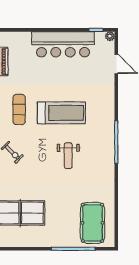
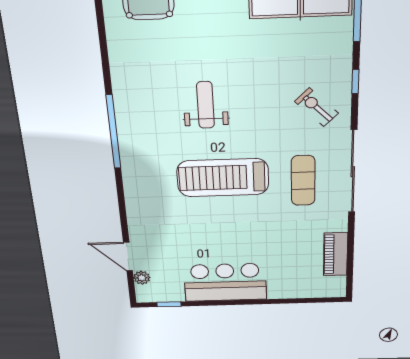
plant: (110, 36) -> (142, 278), moved
bar counter: (63, 44) -> (225, 282), width x0.73

